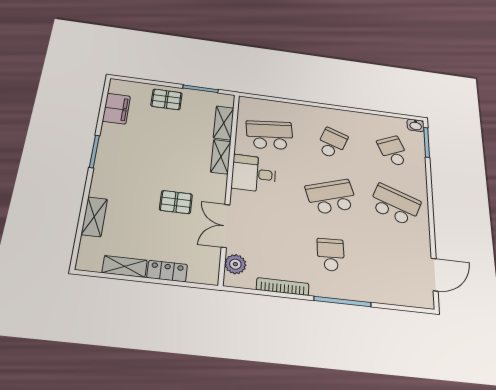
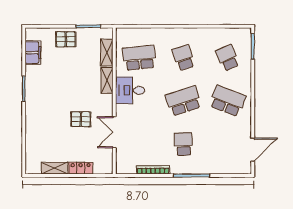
washbasin: (416, 125) -> (245, 33), removed
school desk: (332, 143) -> (183, 58), turned -39
shelving: (94, 217) -> (31, 137), removed
plant: (235, 264) -> (122, 158), removed

